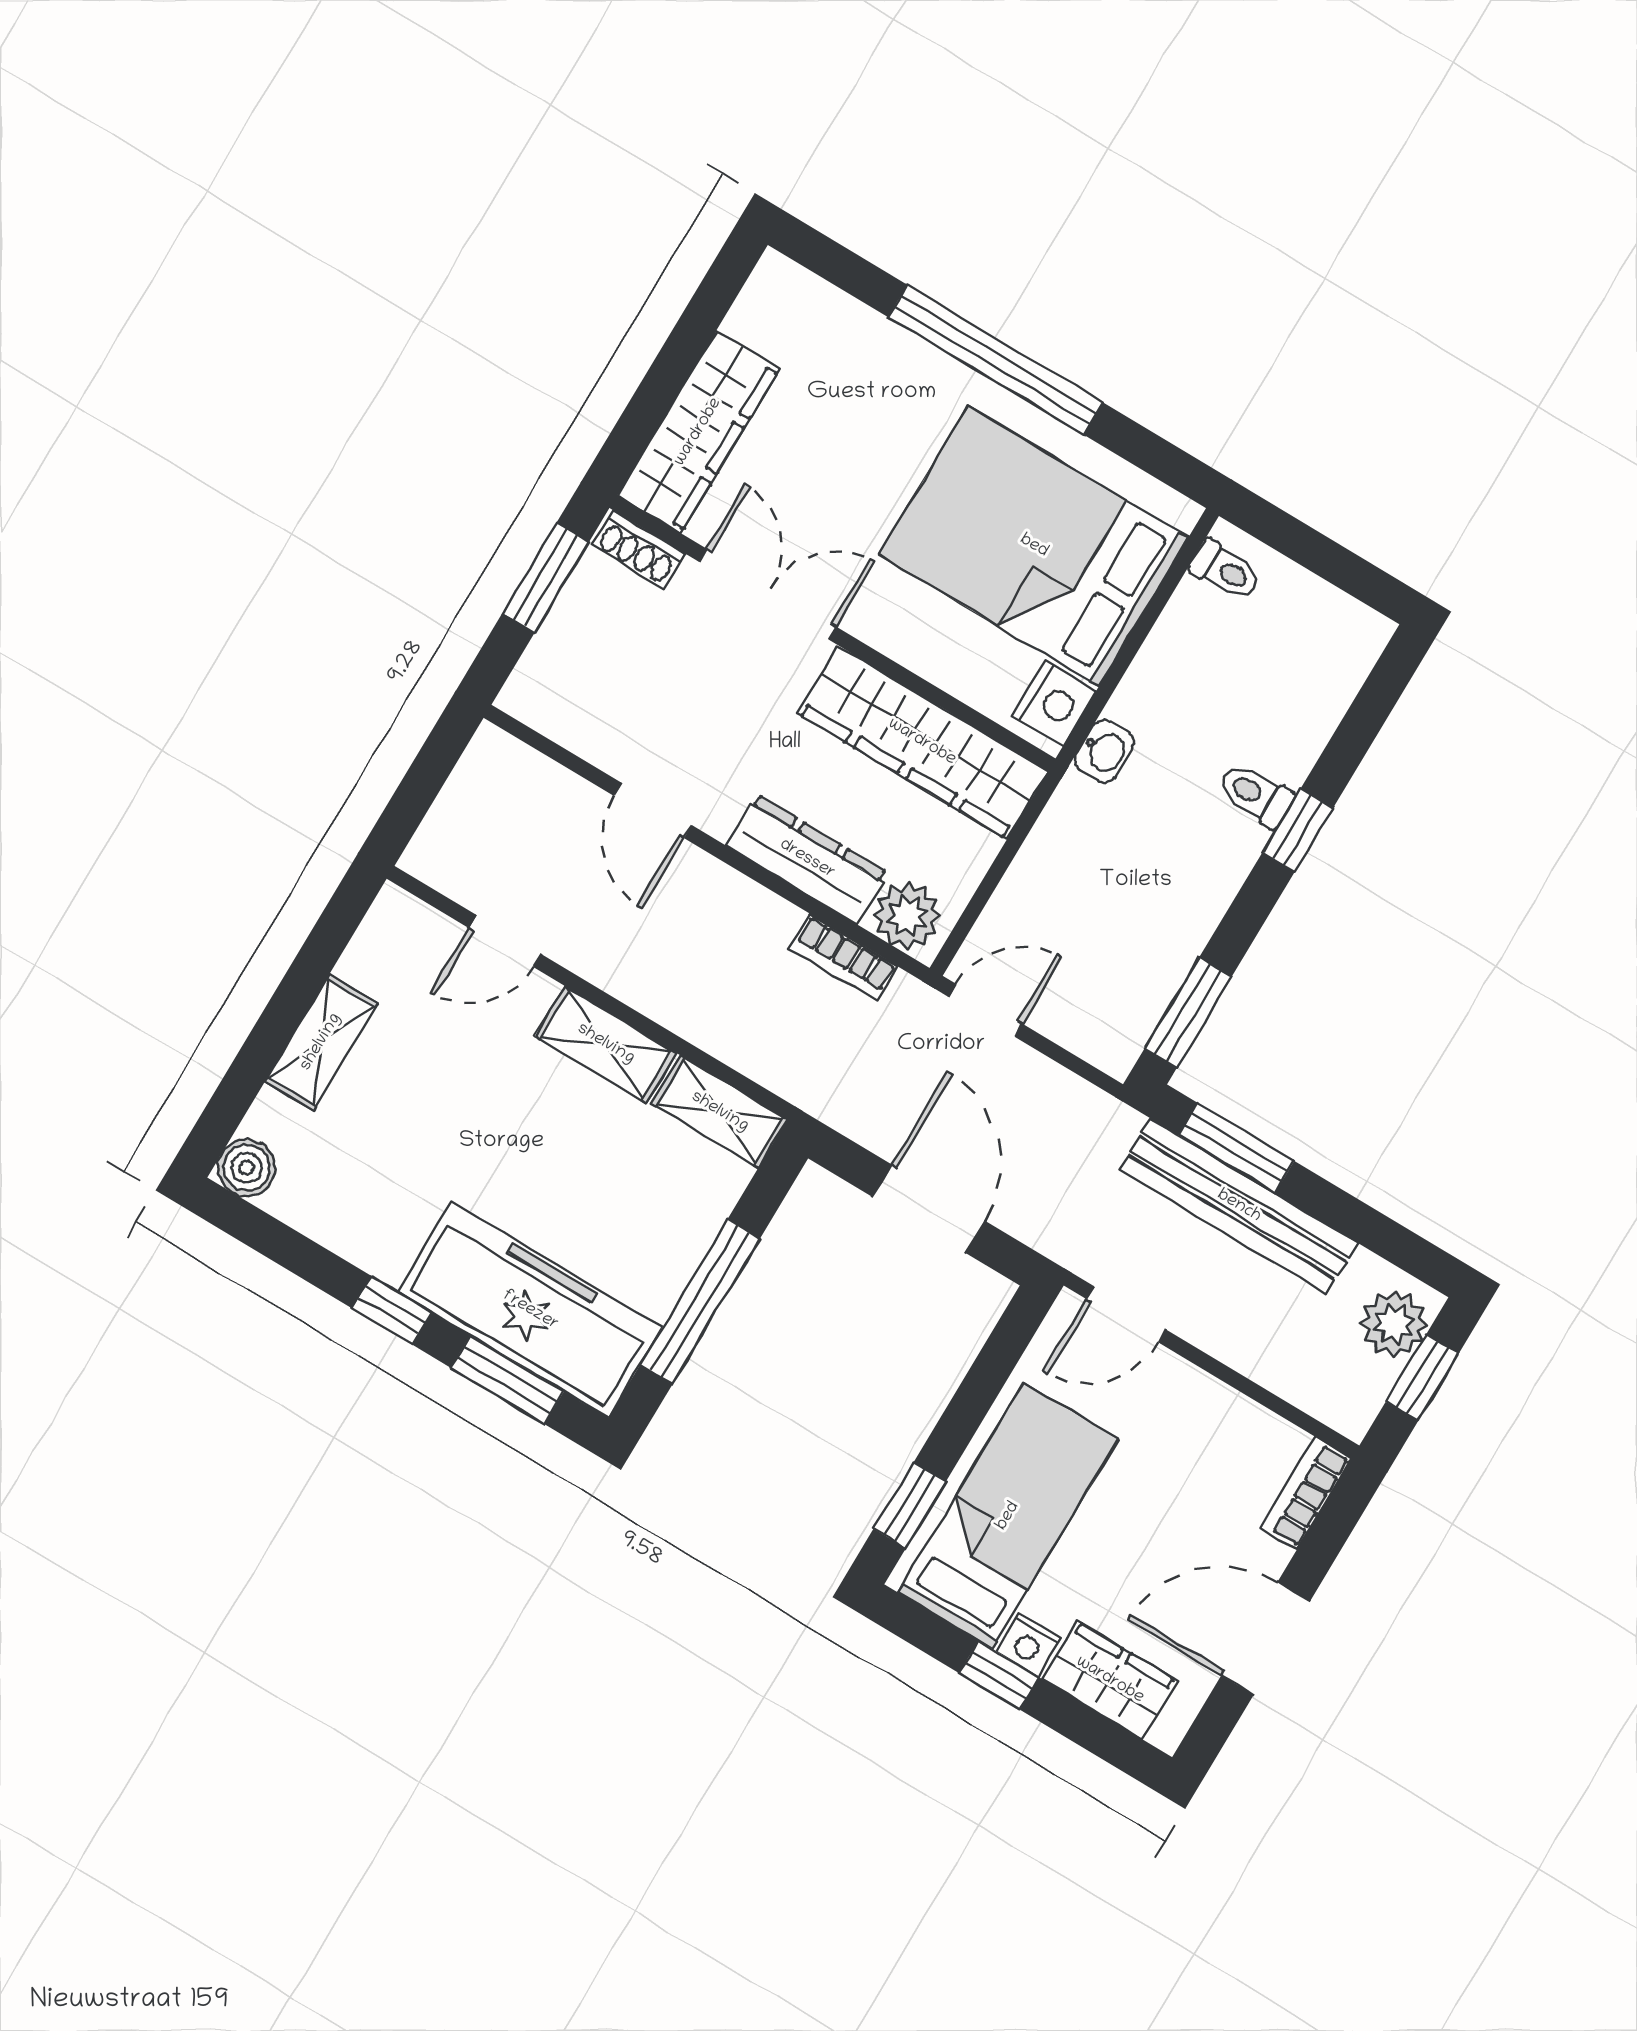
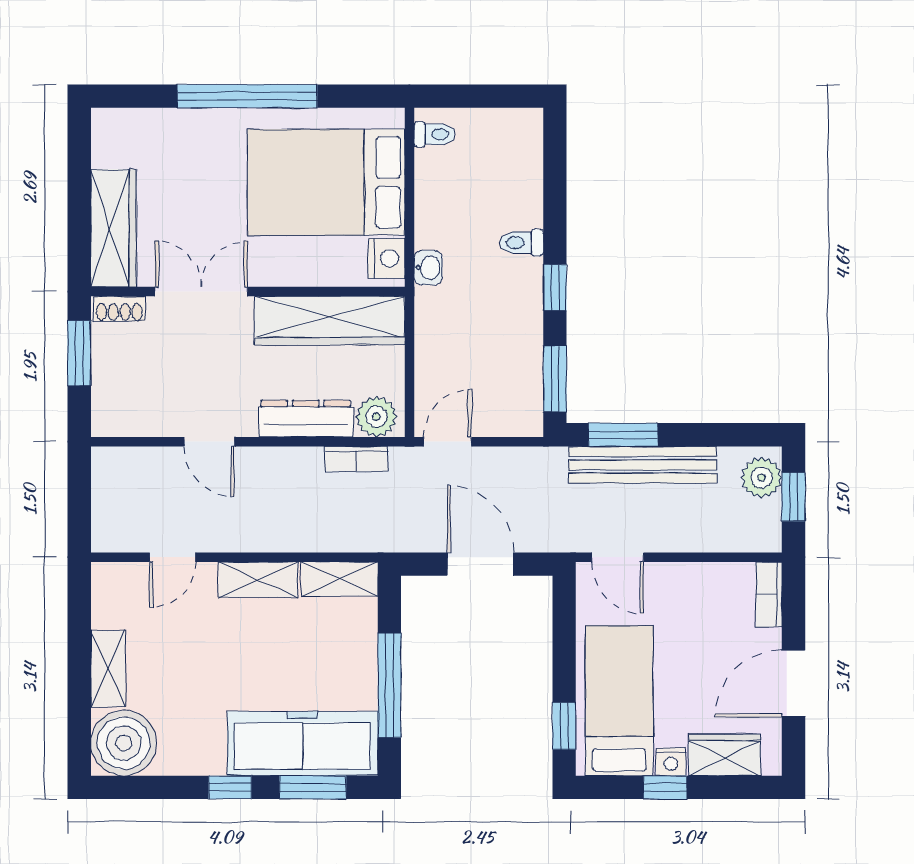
window: (1298, 830) -> (555, 287), moved
boiler: (247, 1168) -> (124, 743), width x1.86, depth x1.86
door: (1126, 1314) -> (618, 557), hinge flipped

